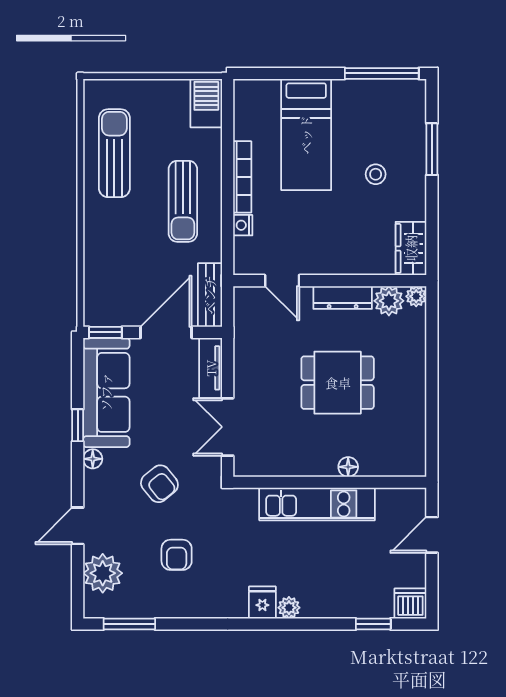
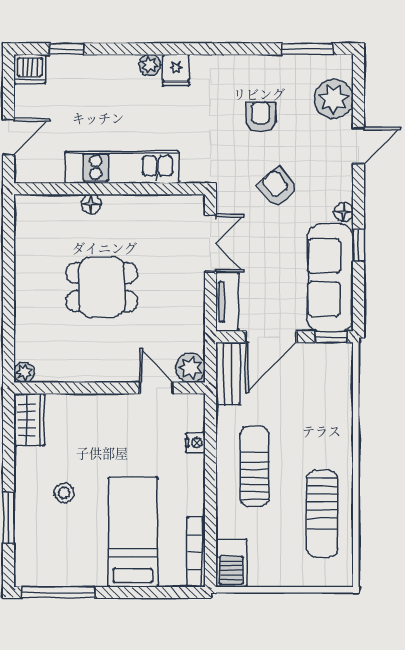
bookcase: (242, 177) -> (196, 552), moved
dresser: (343, 297) -> (97, 371), removed
plant: (389, 301) -> (190, 368), moved

